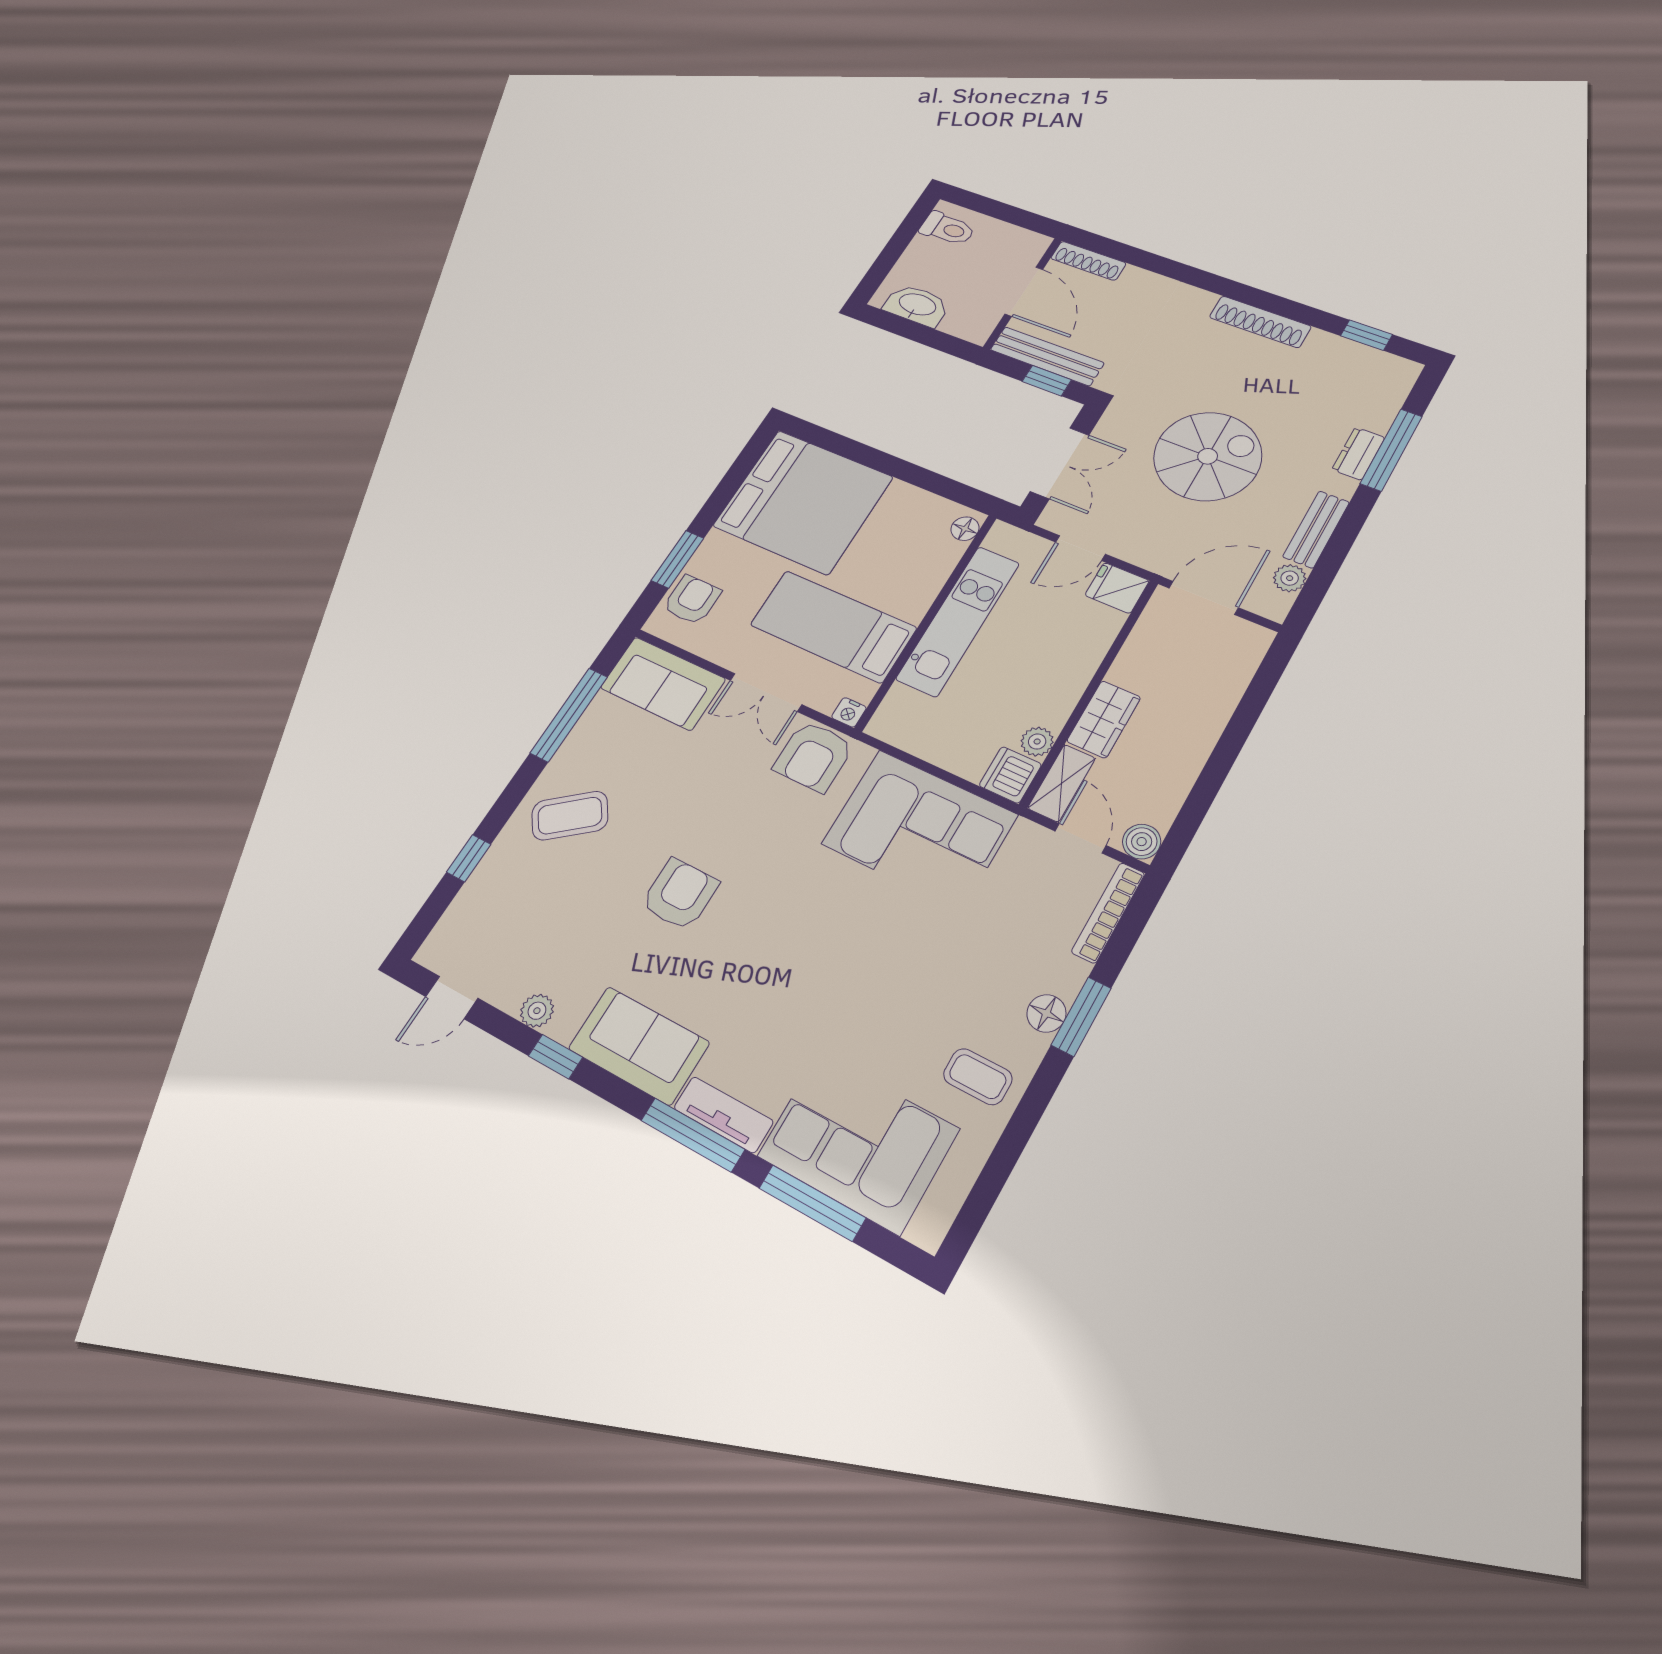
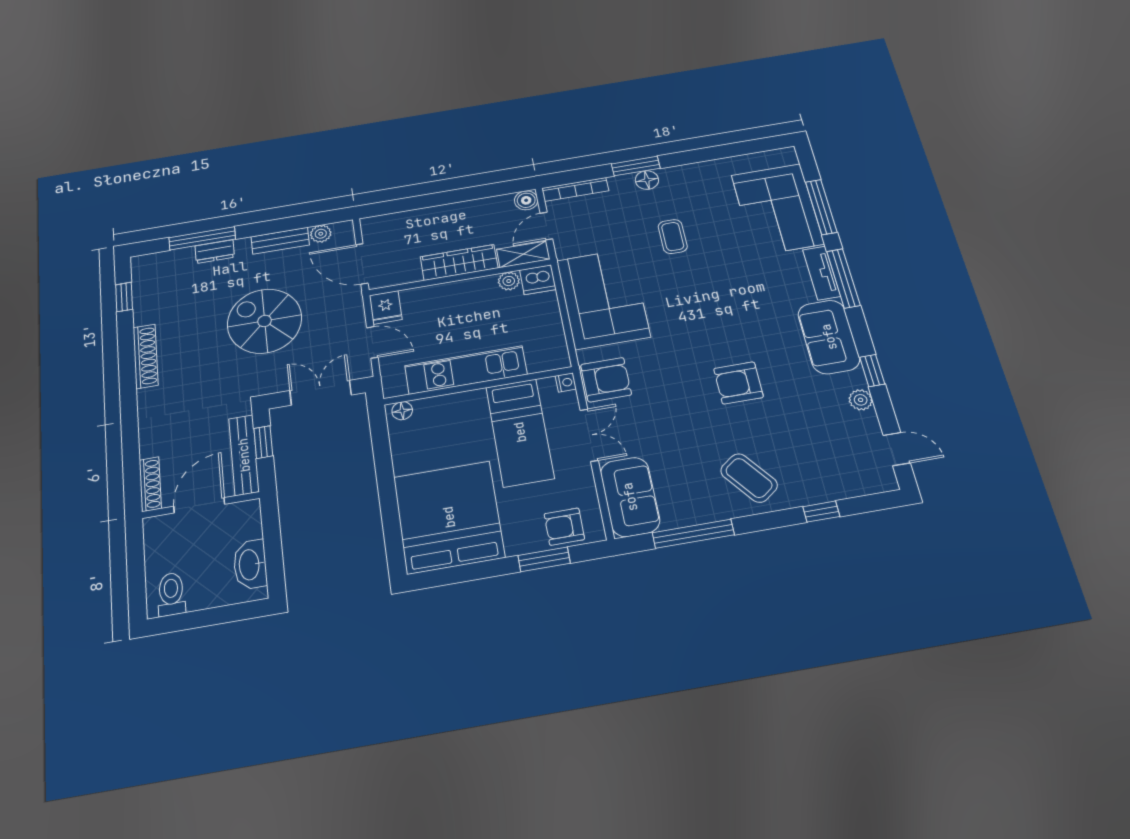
wardrobe: (1104, 719) -> (459, 262), width x1.50
coffee table: (978, 1077) -> (673, 237), moved

